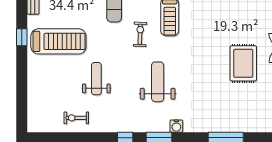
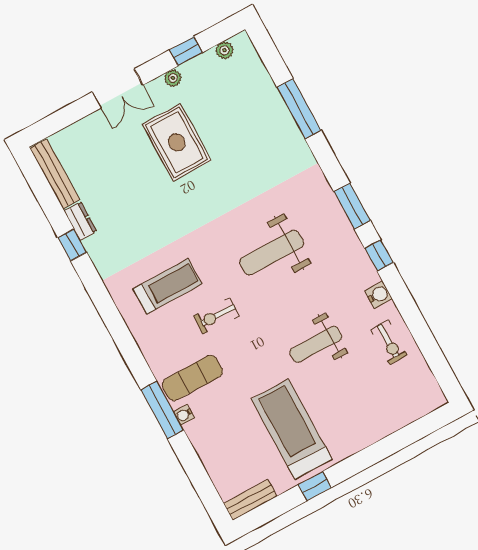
rug: (243, 63) -> (177, 142), turned 90
water cooler: (176, 126) -> (378, 295), moved

